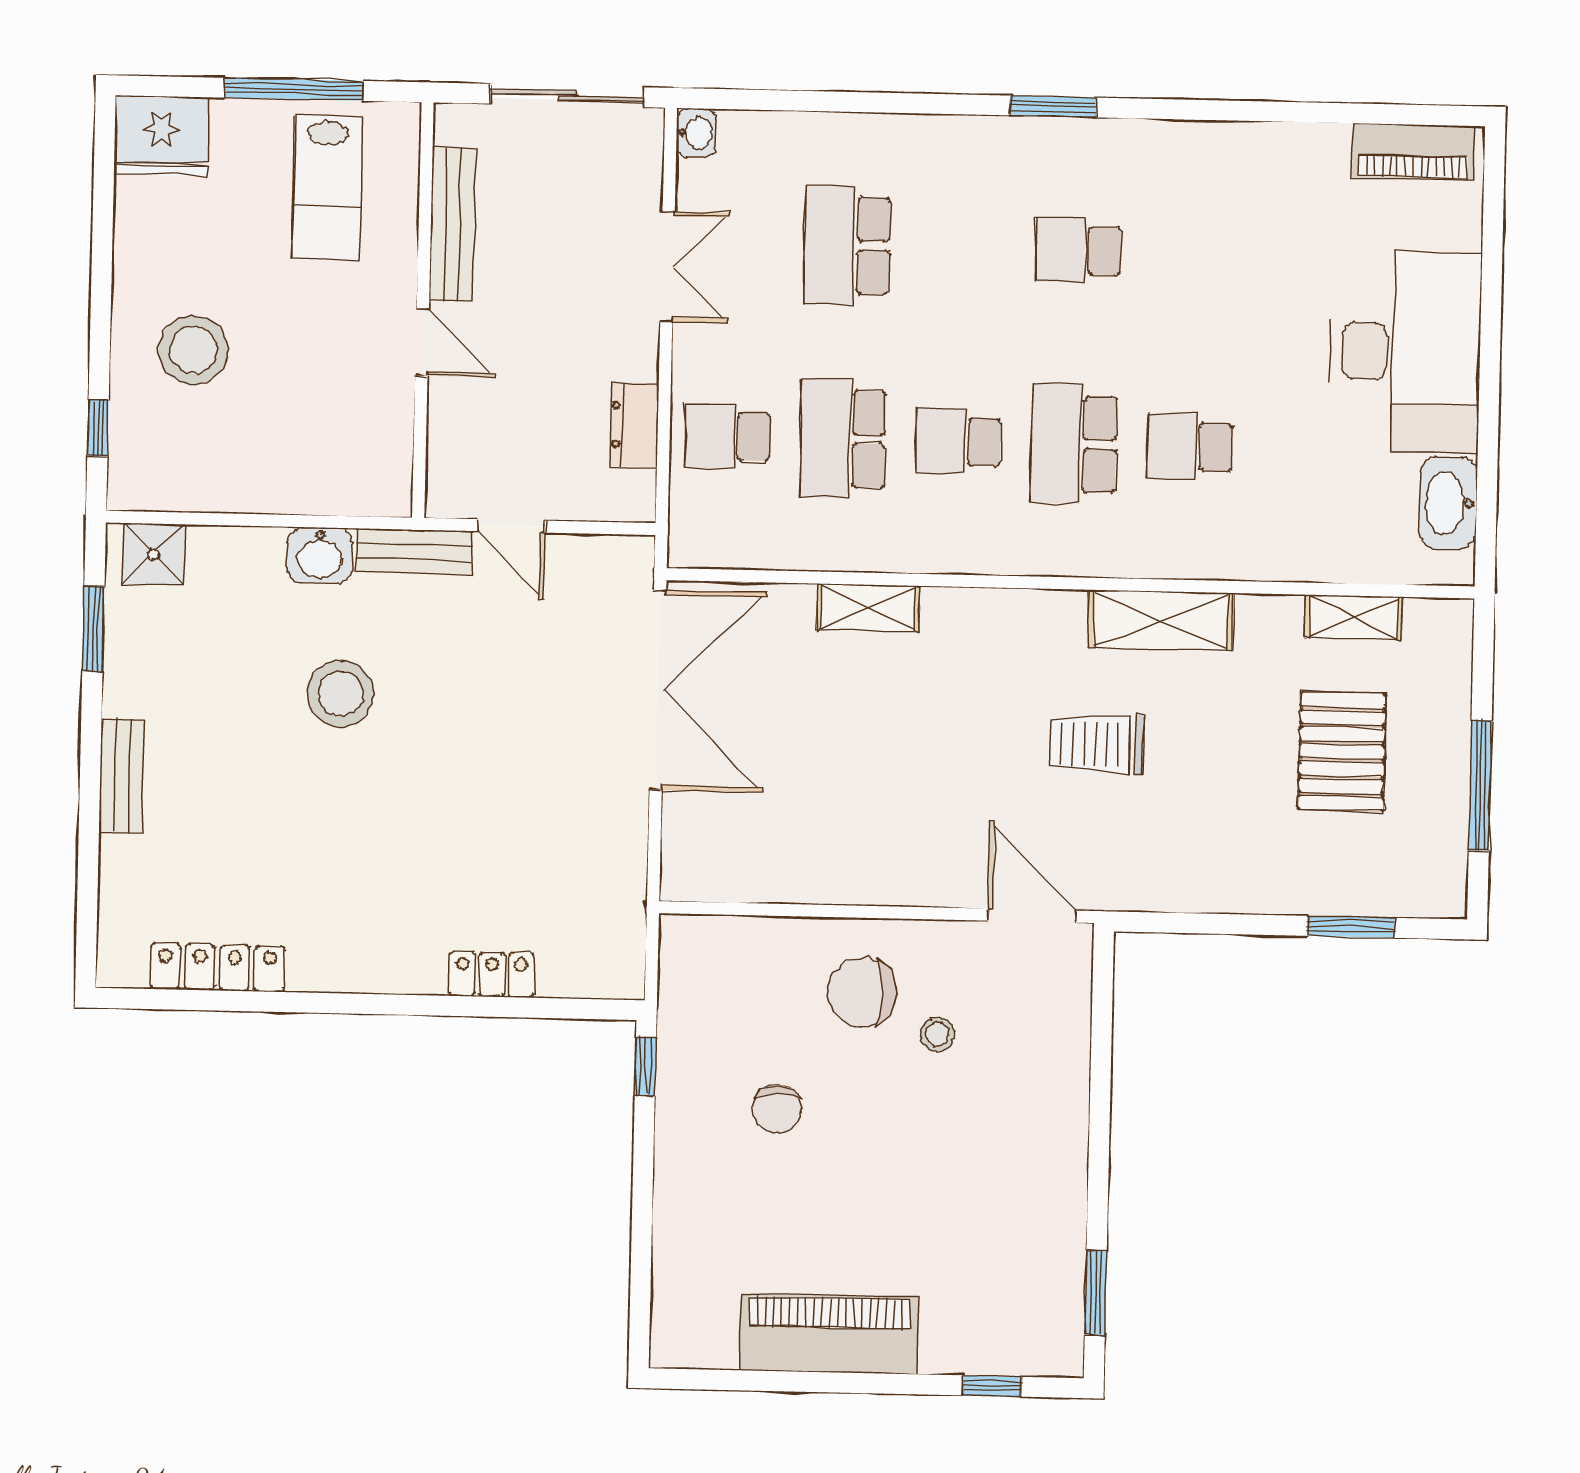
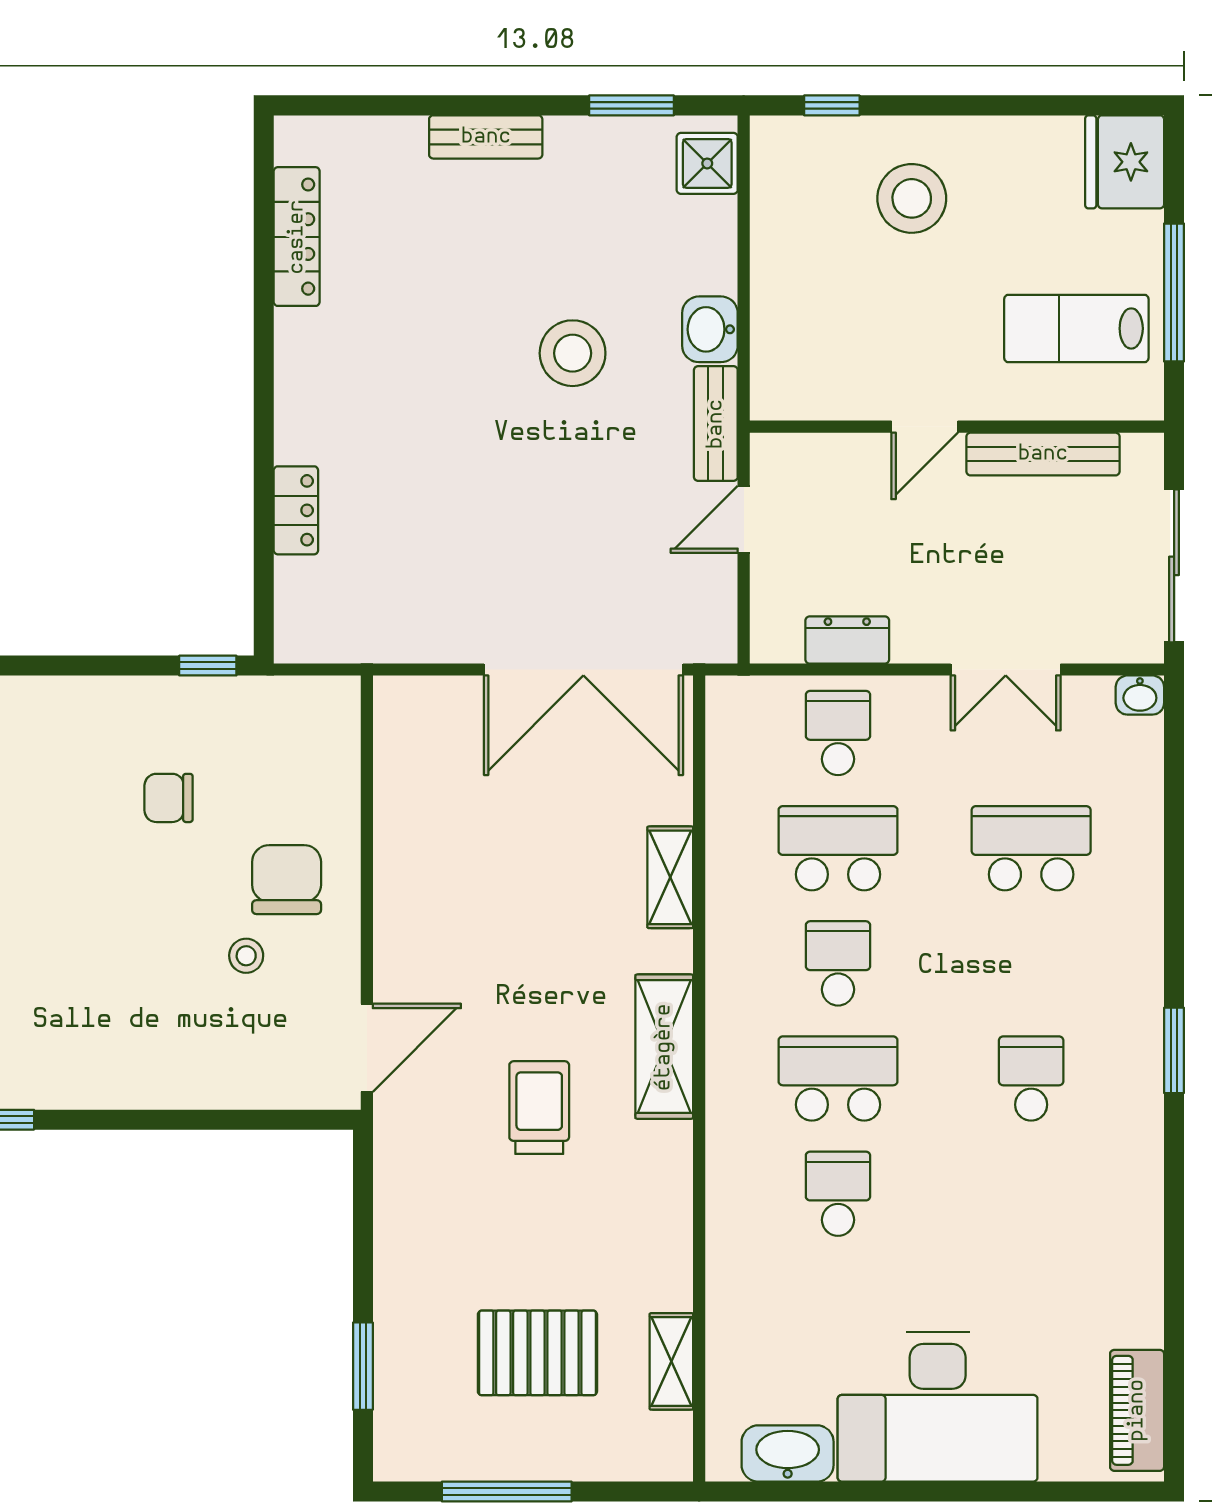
shelving: (1161, 620) -> (664, 1047), moved

